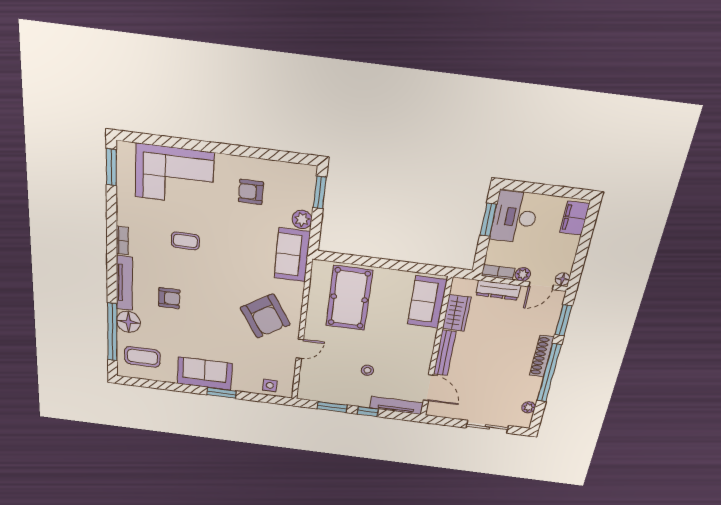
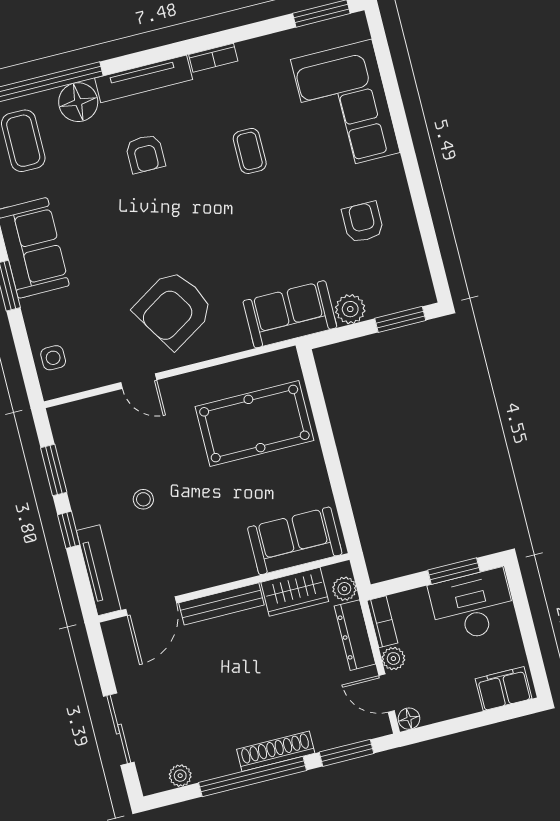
plant: (468, 286) -> (344, 589), added

